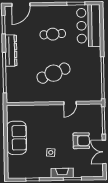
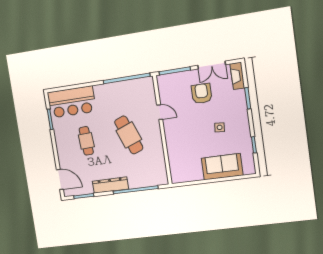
sofa: (17, 138) -> (222, 167), moved
fireplace: (62, 173) -> (237, 76), moved

